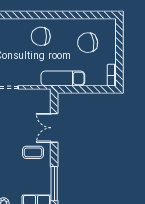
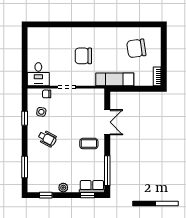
chair: (41, 36) -> (83, 56), moved
double door: (54, 128) -> (107, 122), swing flipped

